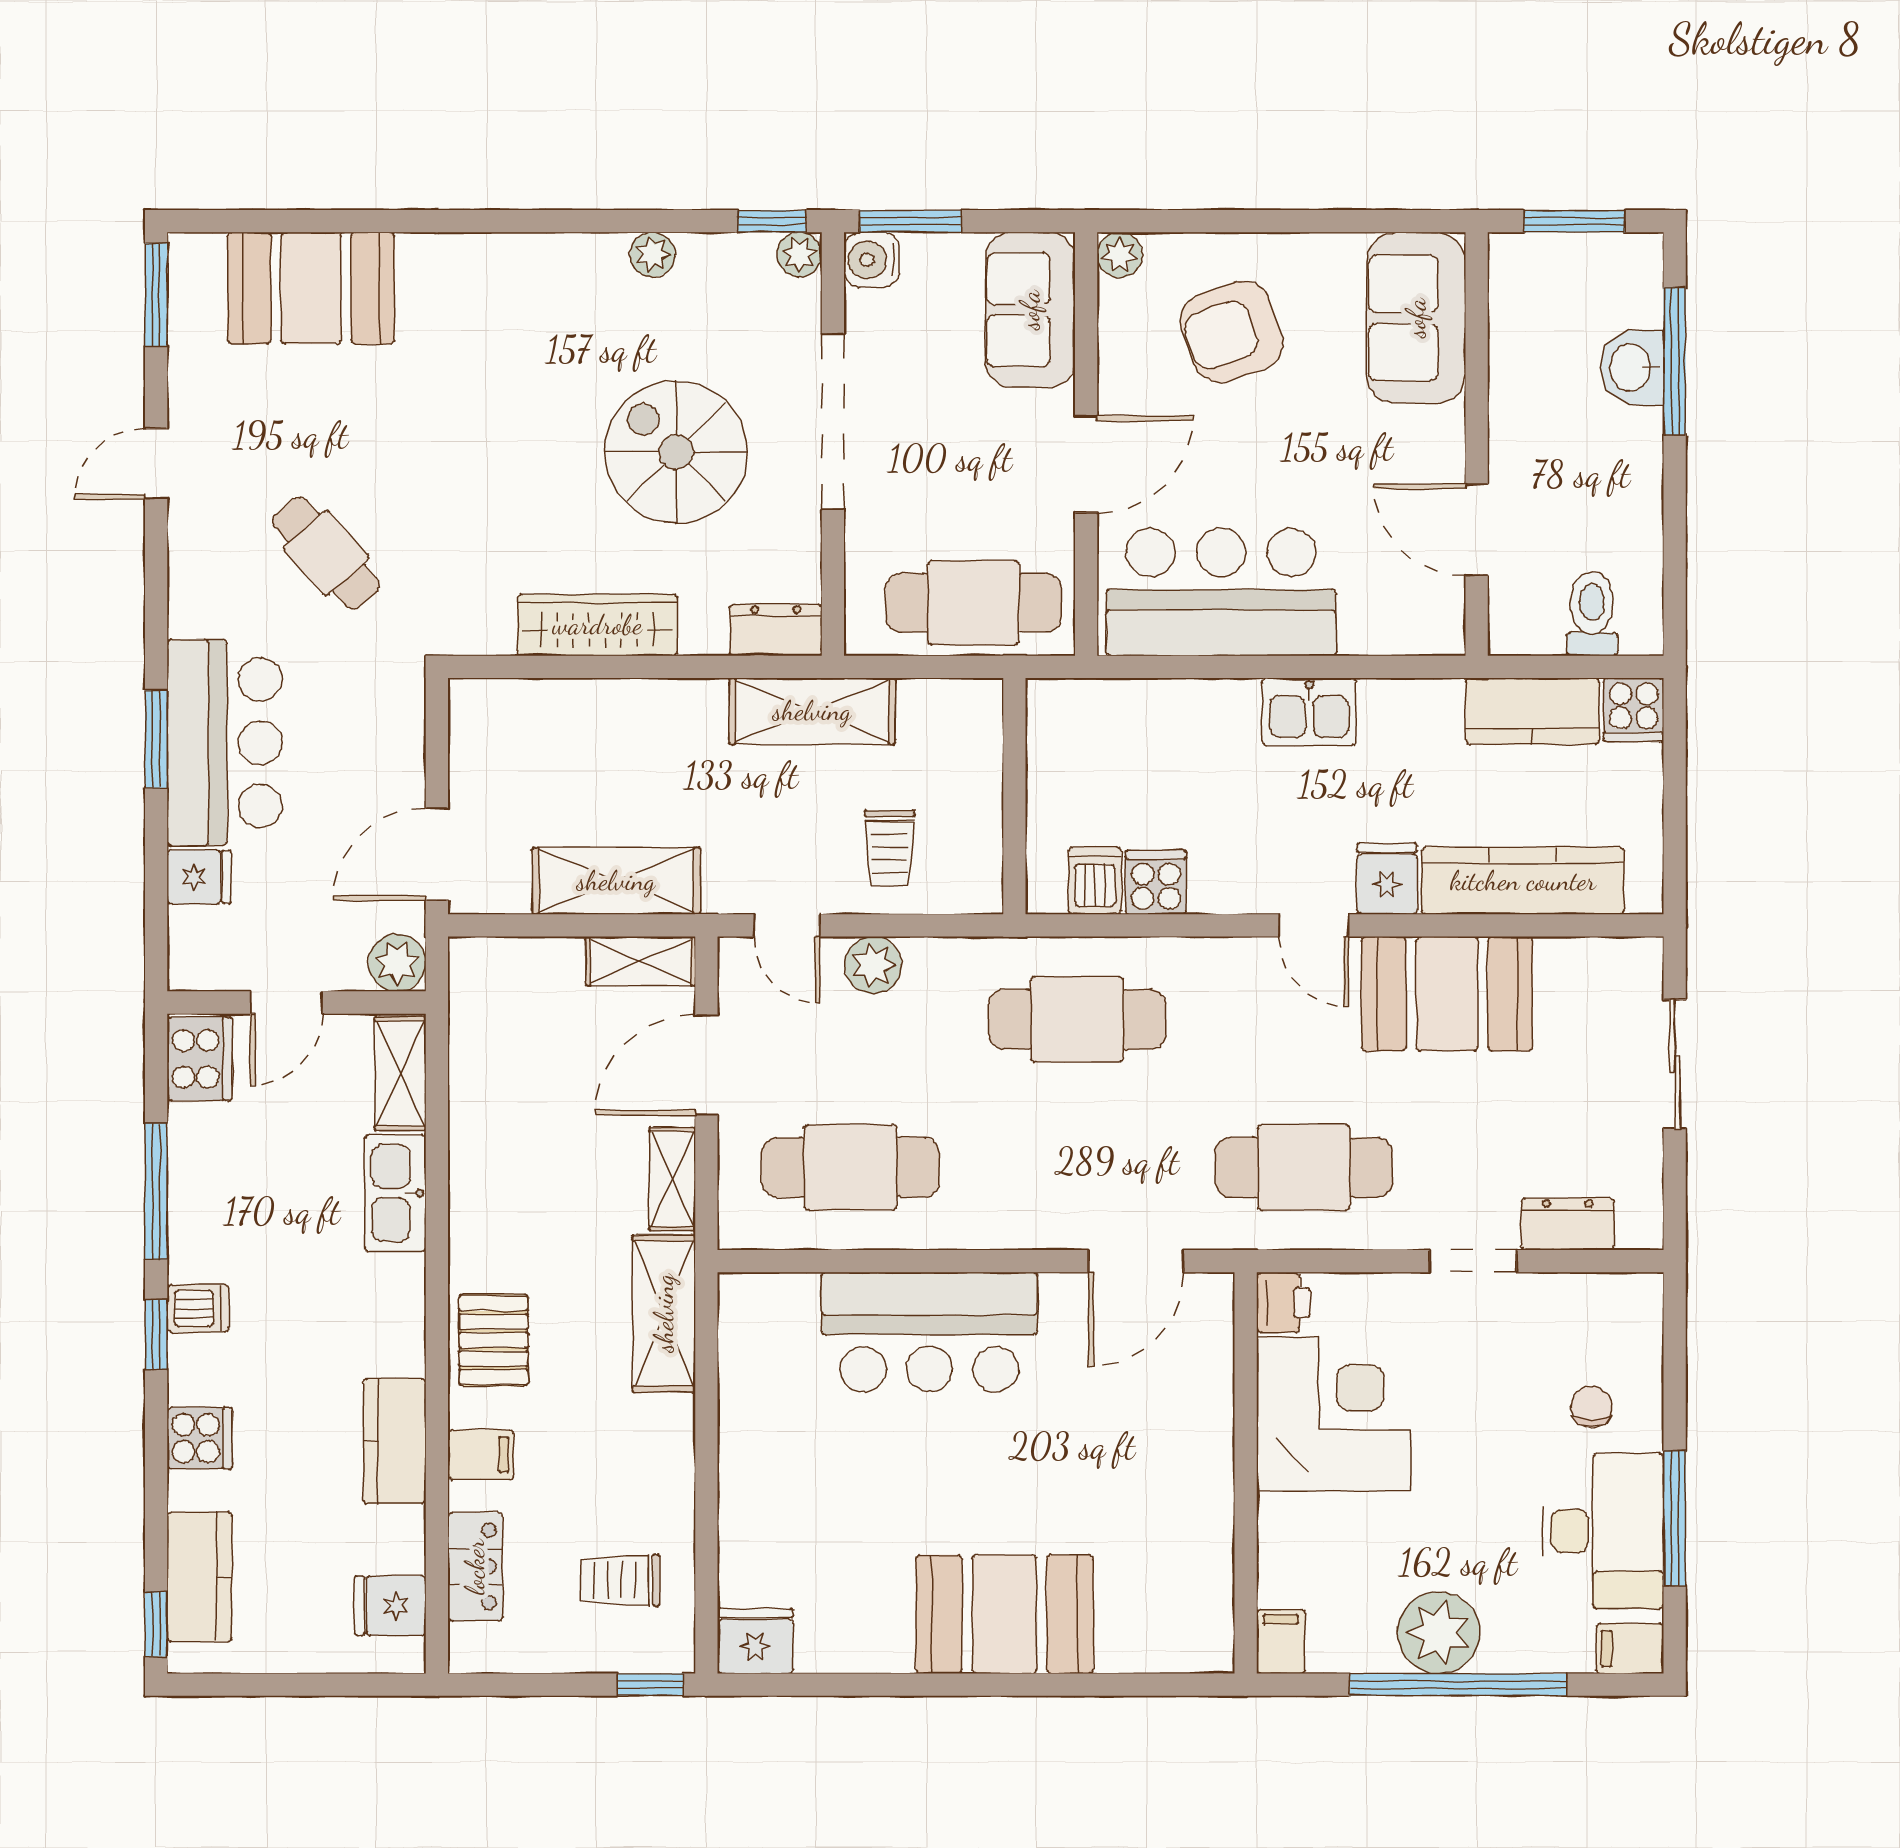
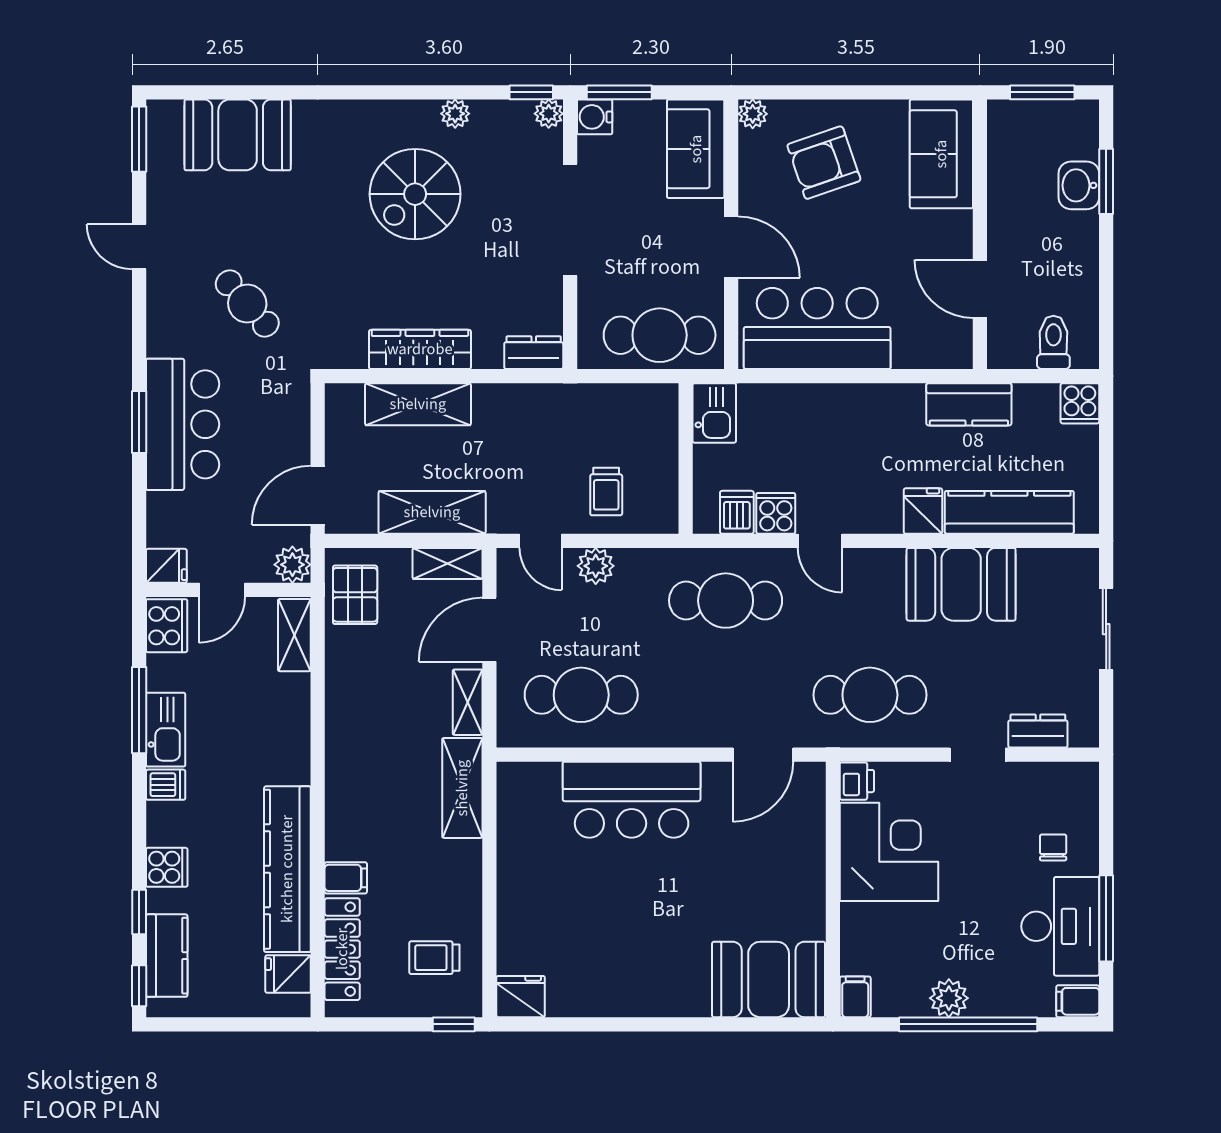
window: (1675, 361) -> (1106, 181), width x0.69
spiral stairs: (676, 452) -> (415, 194), moved, turned -90
door: (156, 464) -> (139, 247), hinge flipped
door: (1086, 464) -> (731, 247), hinge flipped
shelving: (812, 711) -> (418, 404), moved
kitchen counter: (1532, 711) -> (969, 404), moved
kitchen sink: (1309, 712) -> (714, 413), moved, turned -90
fridge: (199, 877) -> (166, 566), moved
door: (1313, 925) -> (820, 541), moved
kitchen sink: (395, 1193) -> (166, 730), moved, turned 180
window: (156, 1335) -> (139, 912), moved
pallet: (494, 1340) -> (355, 595), moved
kitchen counter: (395, 1441) -> (287, 869), width x2.08, depth x1.17
locker: (475, 1567) -> (342, 949), width x1.53
booth: (1004, 1614) -> (769, 979), moved
plant: (1439, 1633) -> (949, 998), width x0.73, depth x0.73

